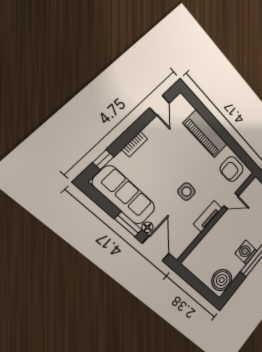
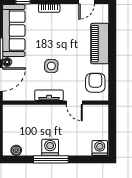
armchair: (232, 169) -> (95, 83), turned 90
boiler: (222, 280) -> (16, 150), width x0.54, depth x0.54

